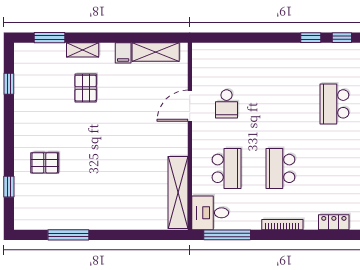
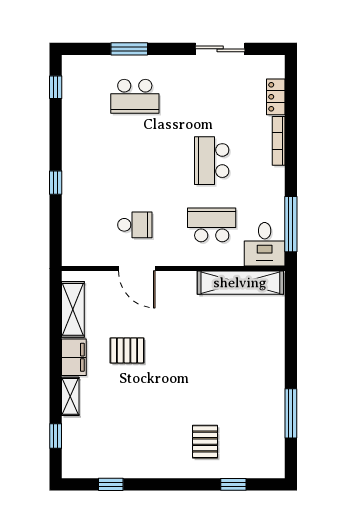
window: (49, 38) -> (56, 436), width x0.67
window: (311, 38) -> (56, 183), moved
filing cabinet: (123, 53) -> (74, 357), width x2.00
pallet: (86, 88) -> (127, 350), moved
school desk: (280, 168) -> (212, 161), turned 90
bookcase: (282, 225) -> (279, 141), moved

